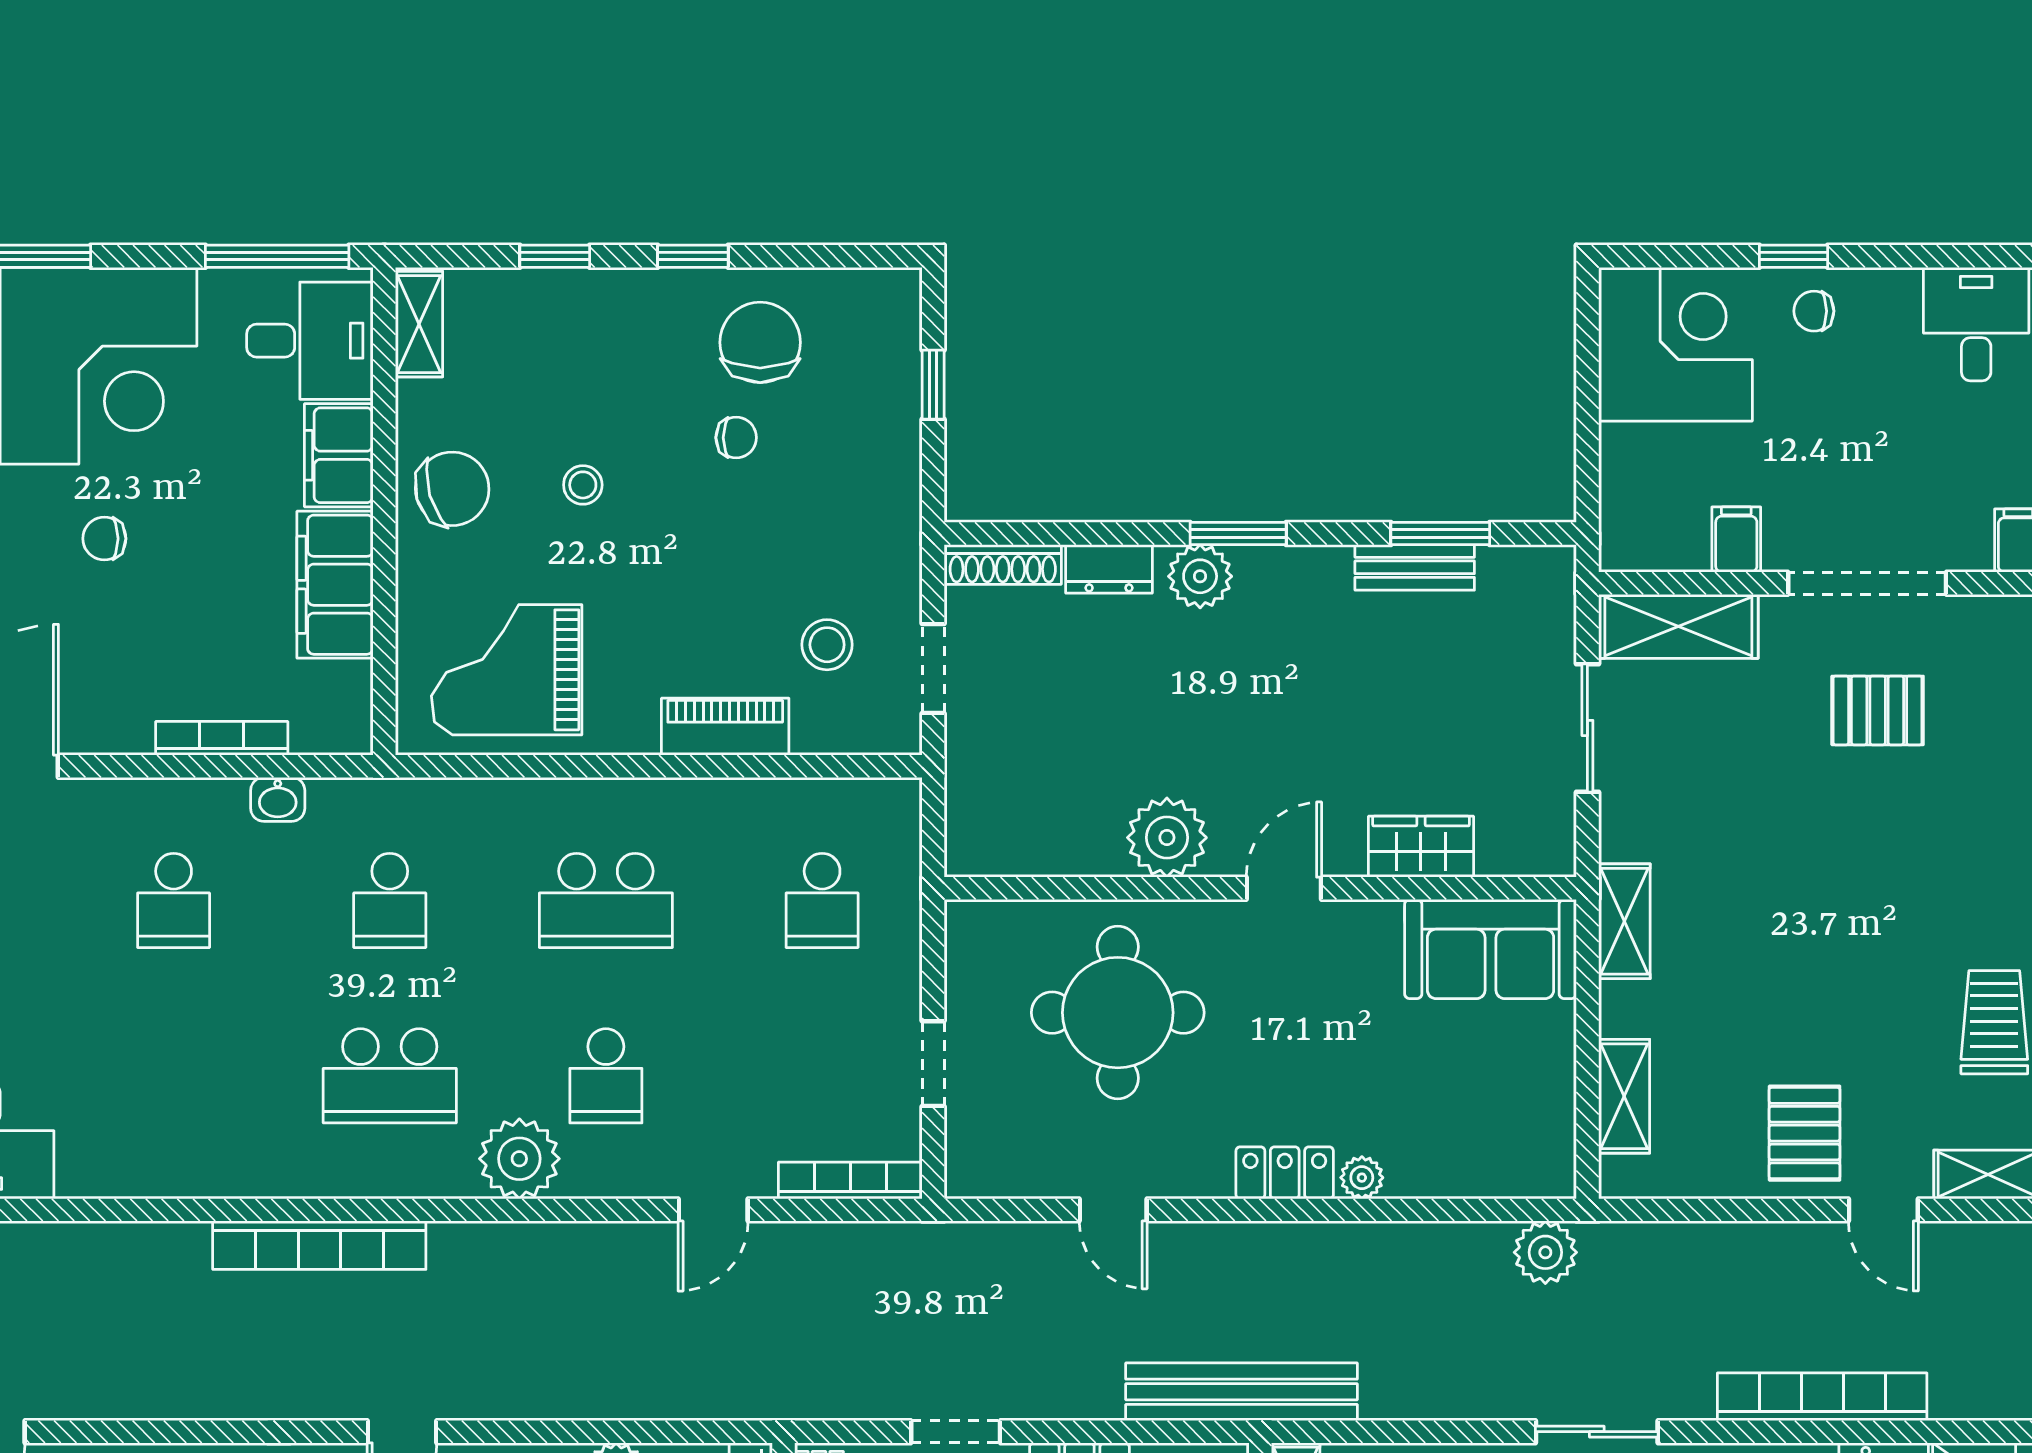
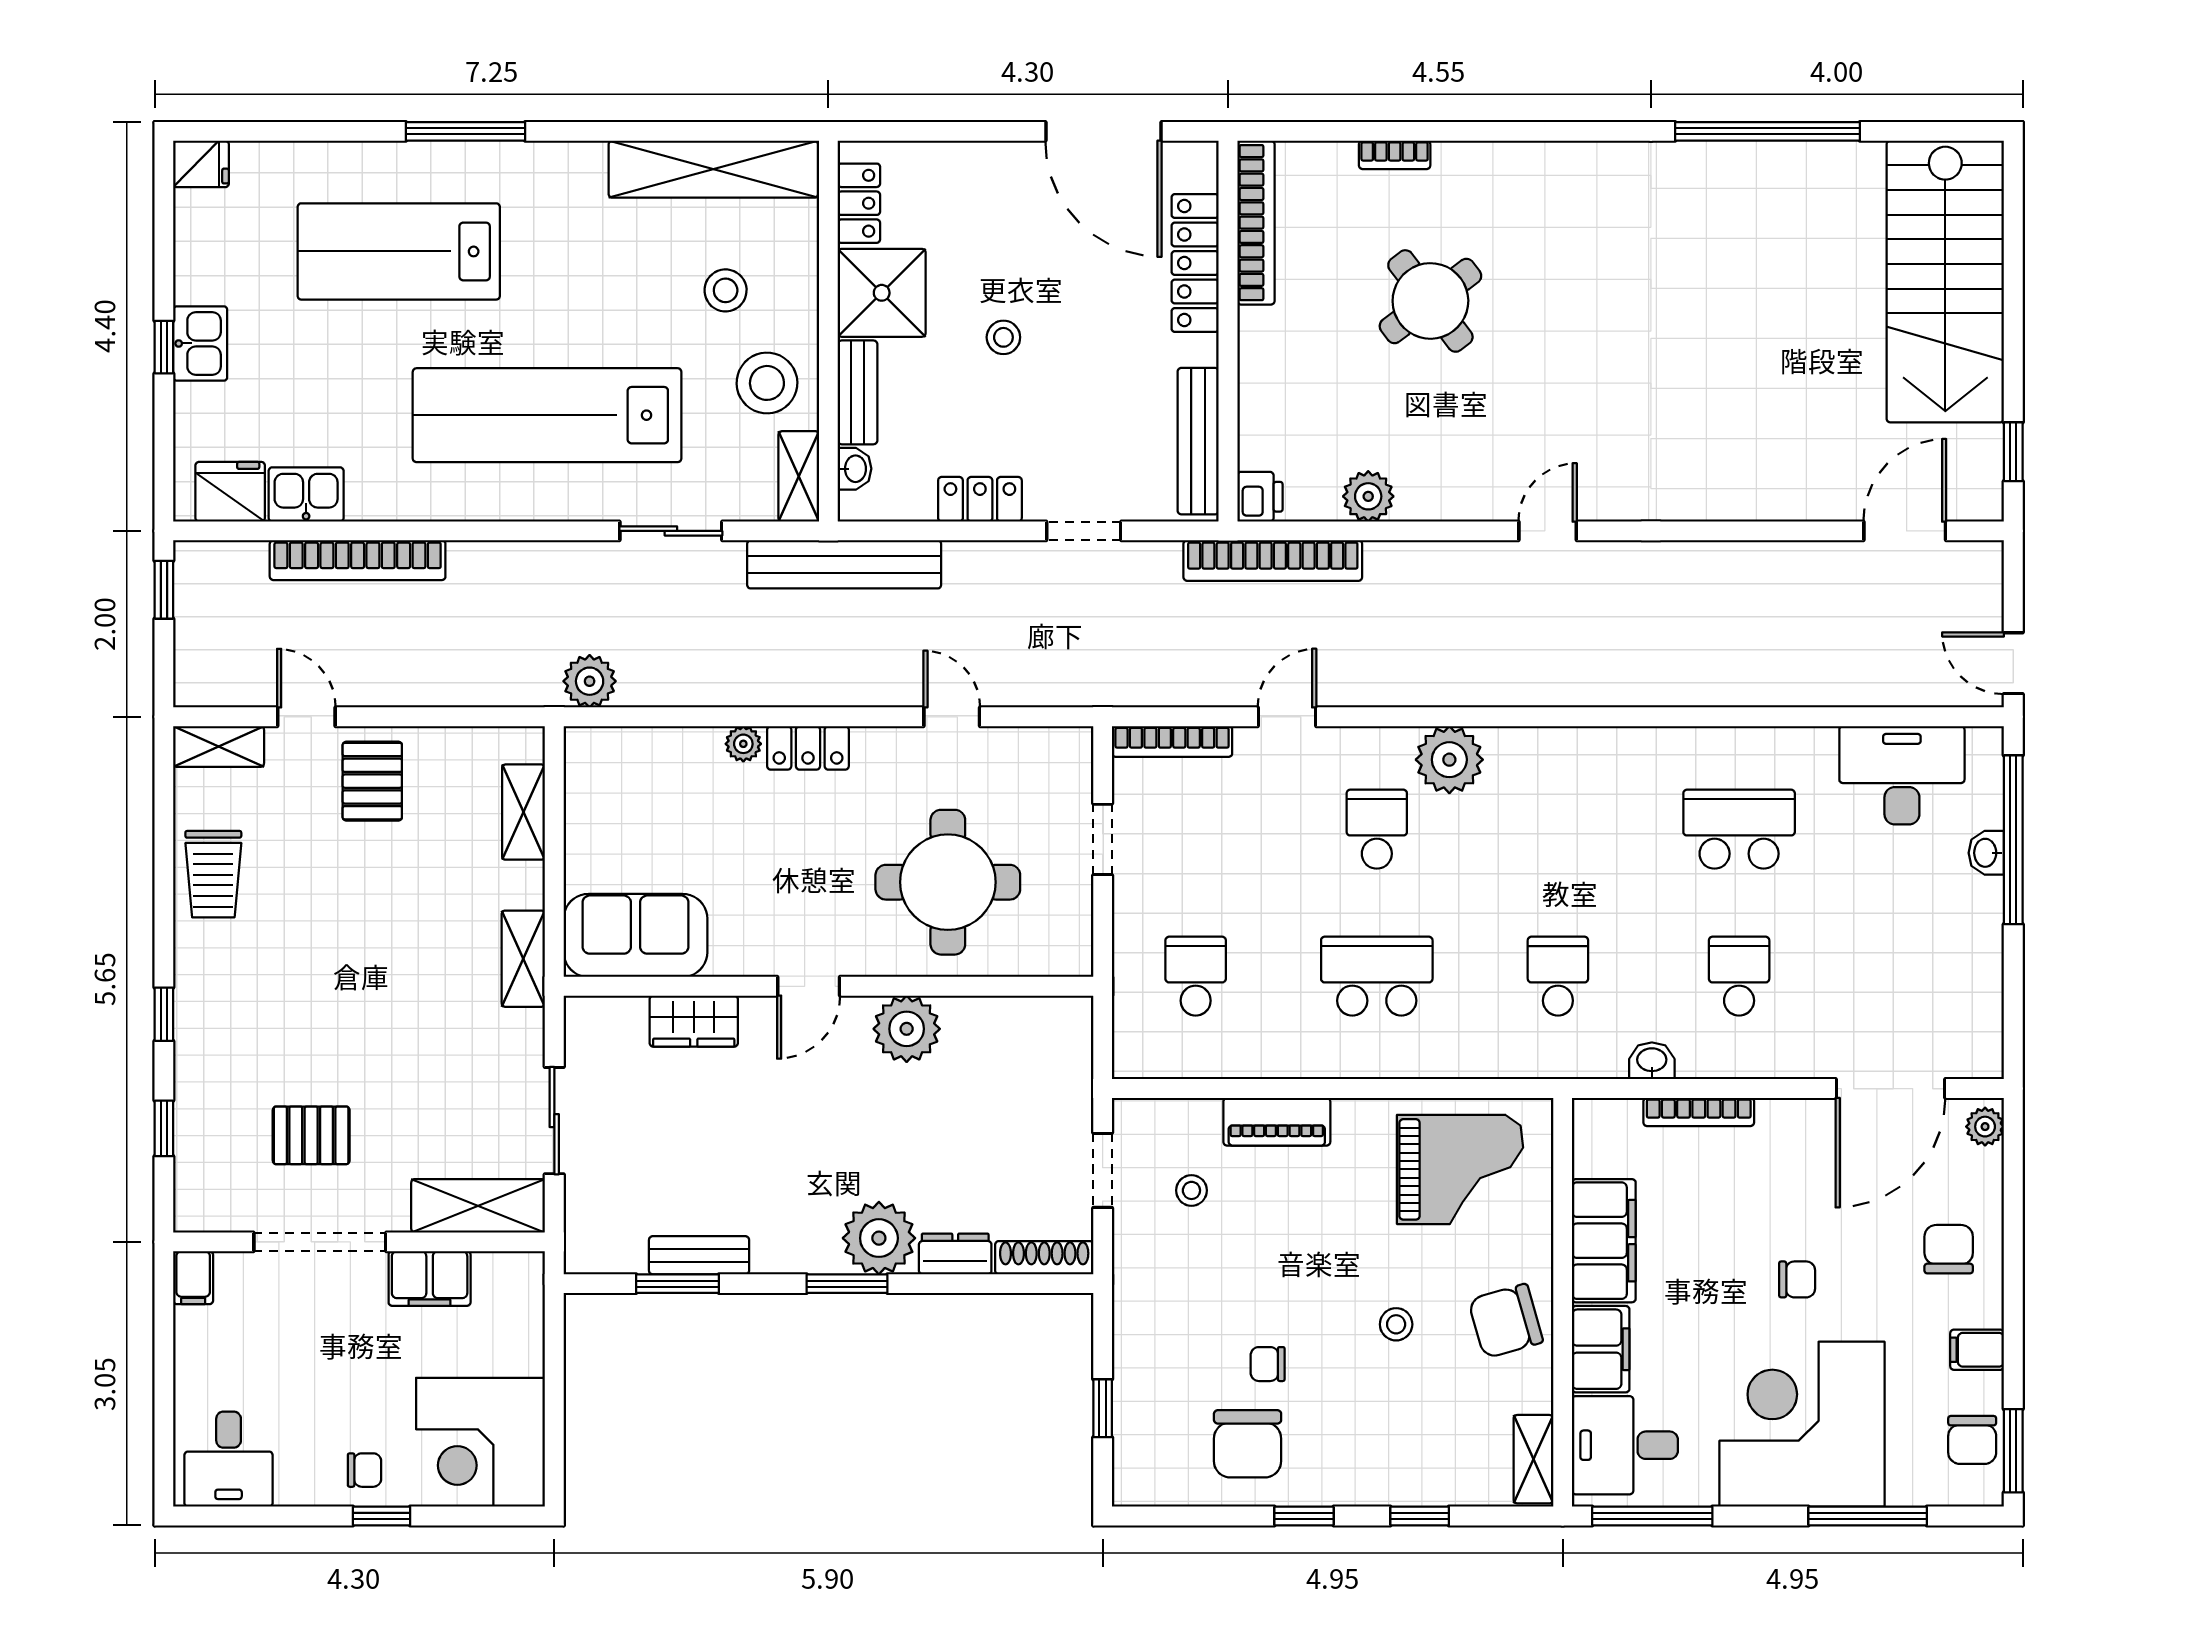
filing cabinet: (1736, 540) -> (430, 1279), width x2.00
plant: (1200, 576) -> (879, 1238), width x1.36, depth x1.36
stool: (827, 645) -> (1191, 1190), width x0.73, depth x0.73
school desk: (390, 1076) -> (1739, 829), moved
bookcase: (319, 1245) -> (1273, 561), moved, turned 180
sliding door: (1597, 1432) -> (671, 531), moved

